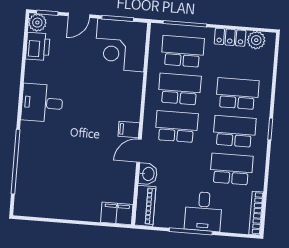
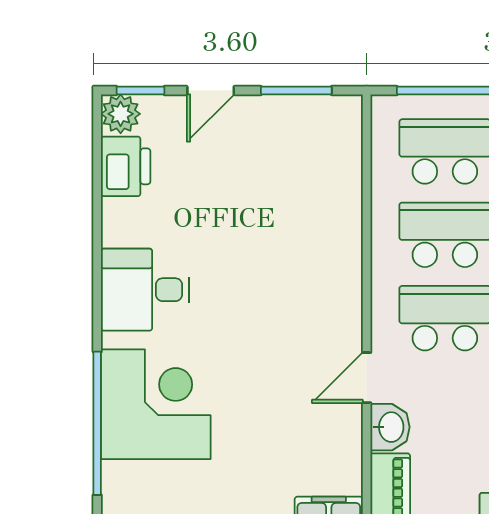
corner desk: (121, 45) -> (156, 404), moved, turned 180
filing cabinet: (129, 129) -> (340, 333), removed

